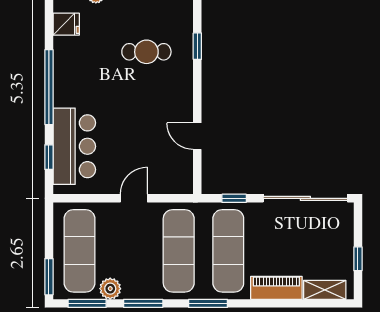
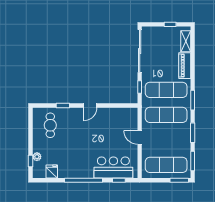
cafe table: (146, 52) -> (50, 125), moved
door: (197, 136) -> (90, 105), moved
plant: (110, 289) -> (185, 149), removed

